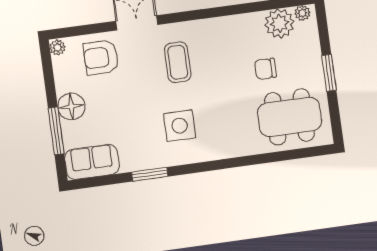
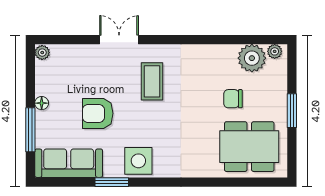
armchair: (101, 57) -> (98, 113), moved
floor lamp: (71, 106) -> (42, 103), width x0.53, depth x0.53
side table: (180, 126) -> (138, 161), moved
sofa: (92, 162) -> (69, 163), width x1.36

